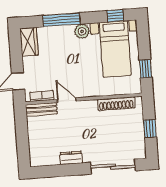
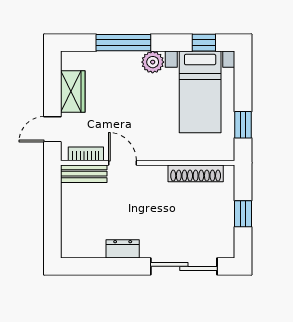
wardrobe: (29, 42) -> (73, 92), moved

